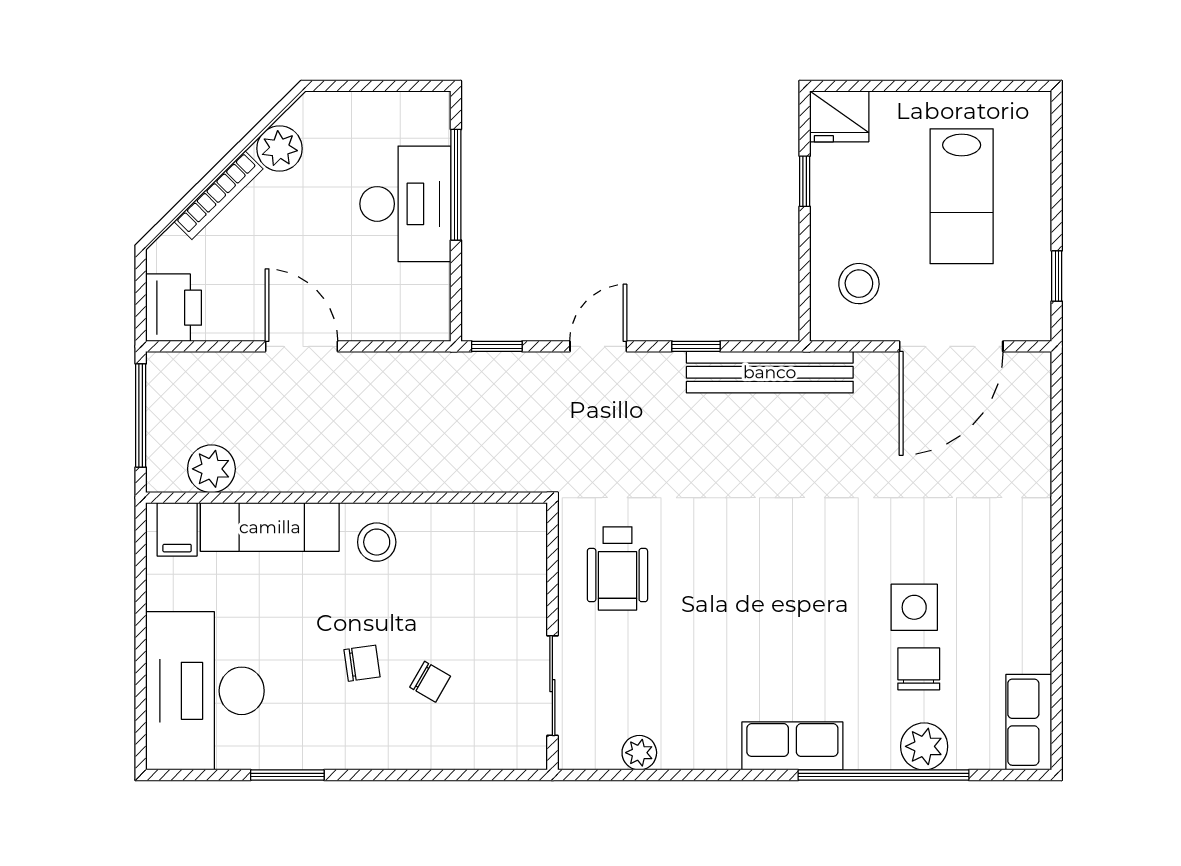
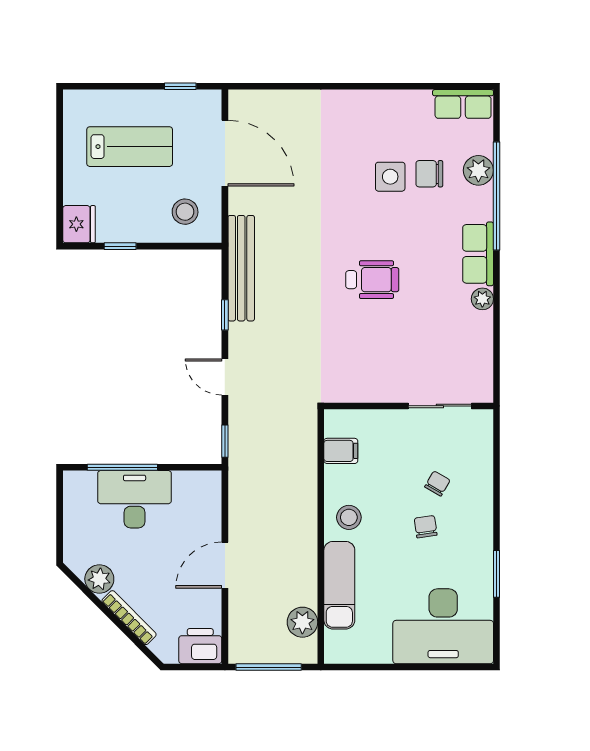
filing cabinet: (177, 529) -> (341, 451), moved
wheelchair: (617, 568) -> (372, 280), moved
plant: (639, 753) -> (482, 299), moved

